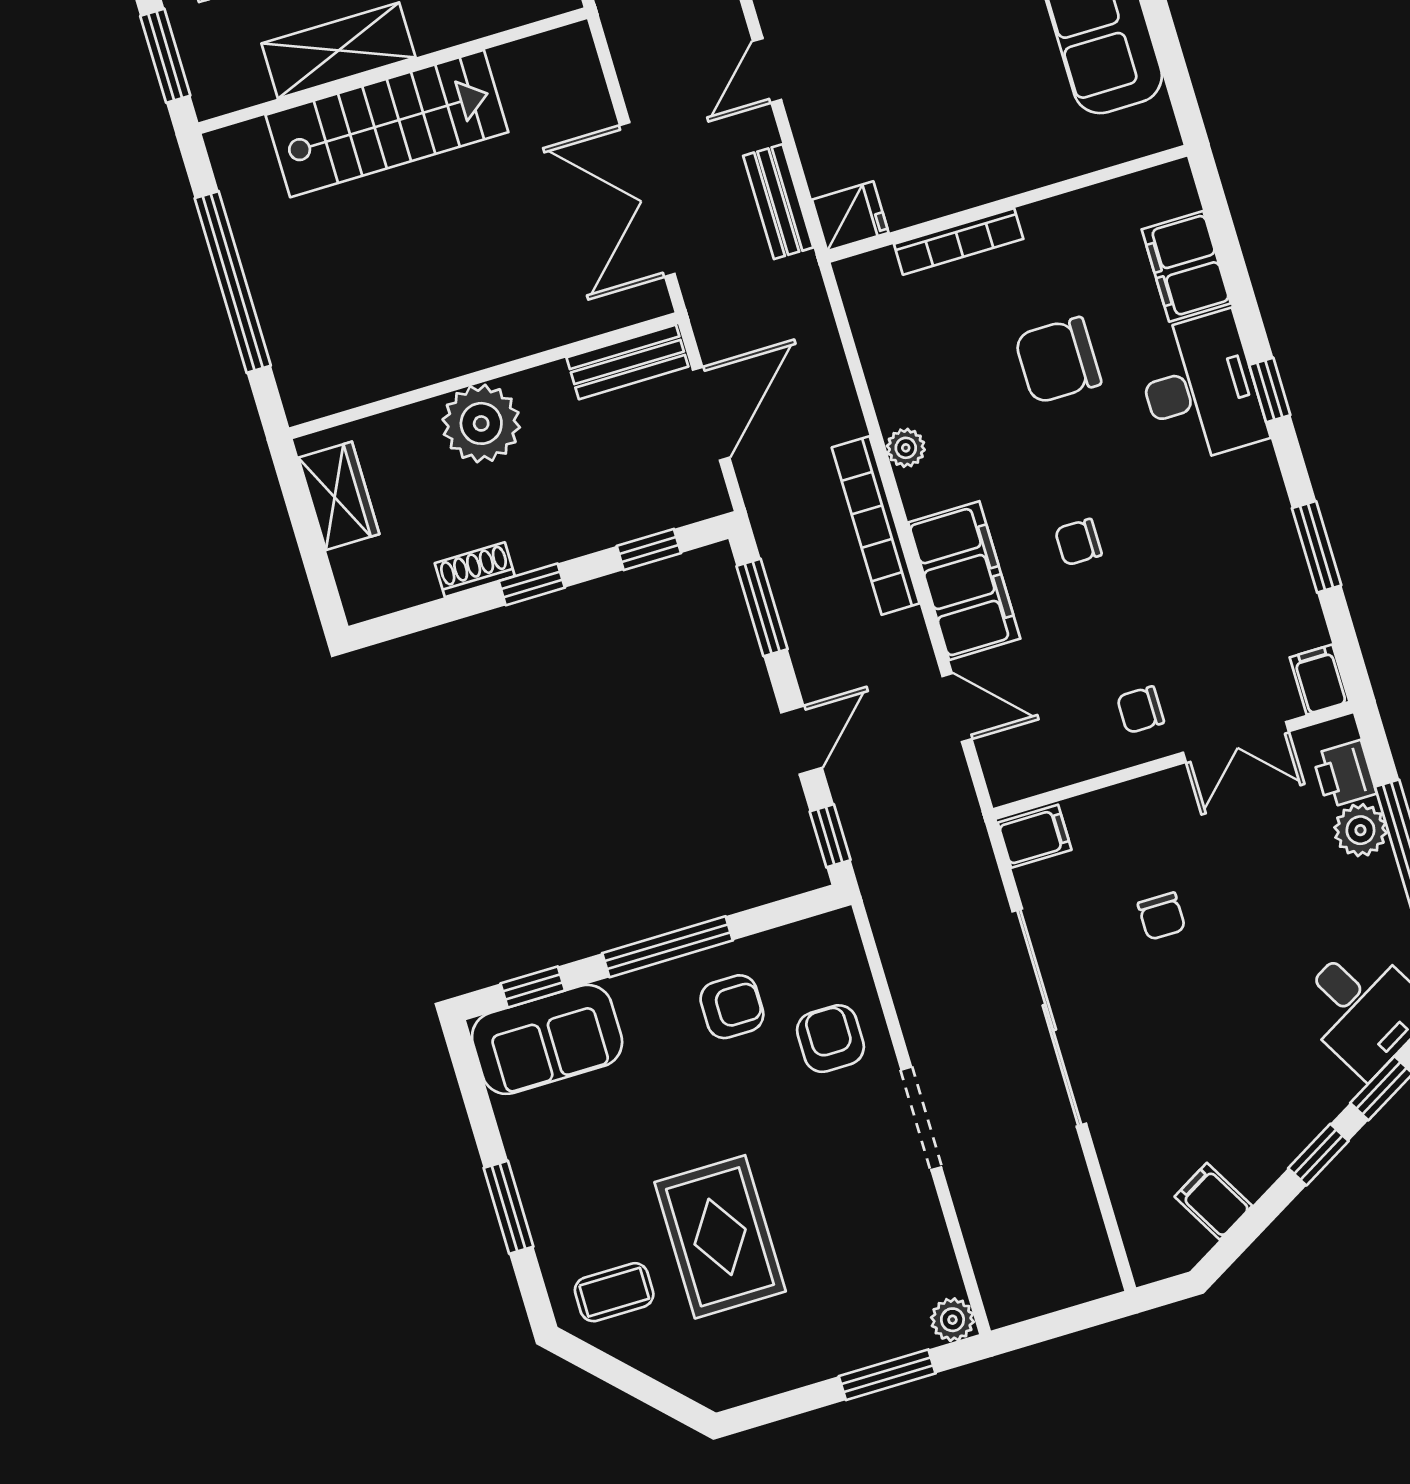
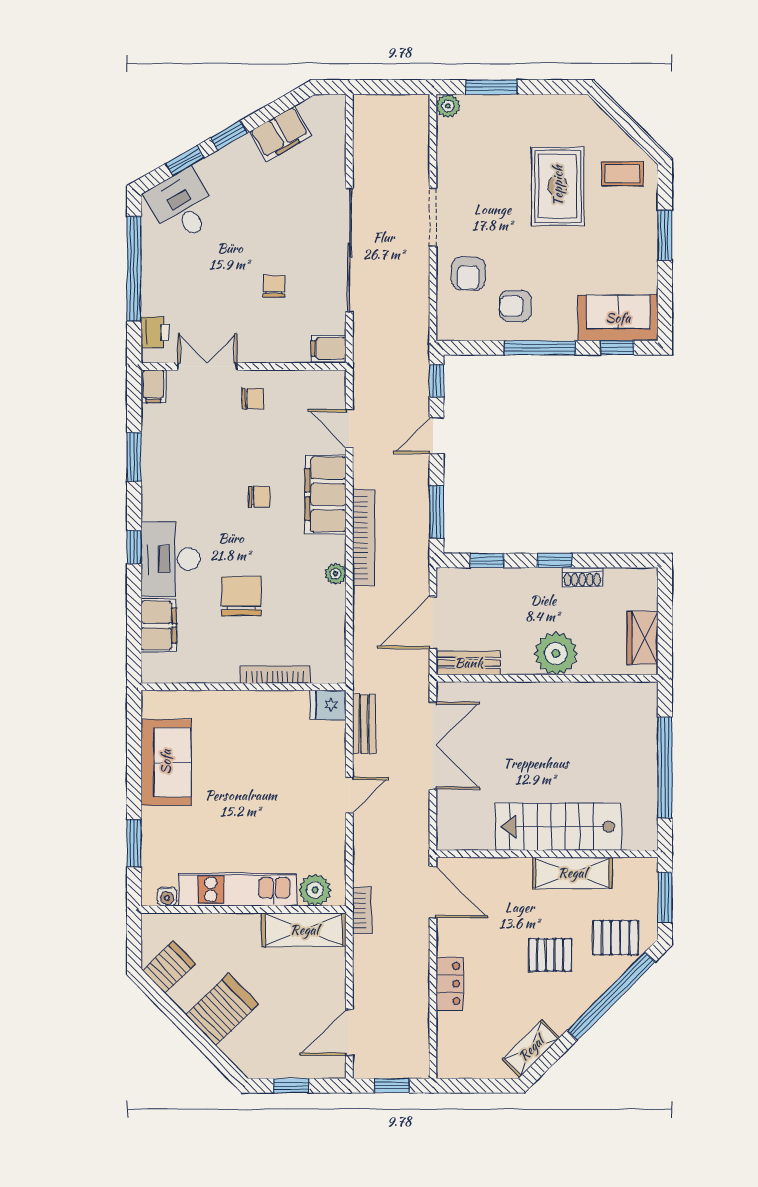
chair: (1058, 360) -> (241, 596), turned -90
plant: (1360, 830) -> (155, 300), removed
filing cabinet: (1213, 1201) -> (280, 134), width x2.00

